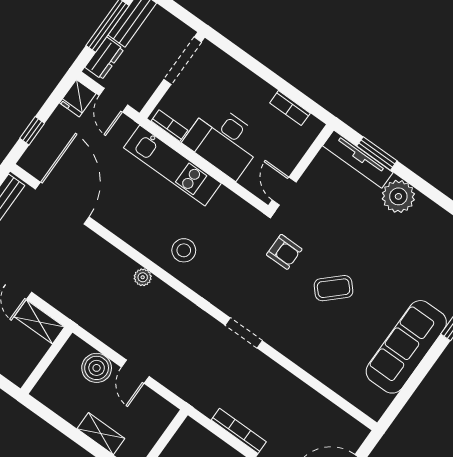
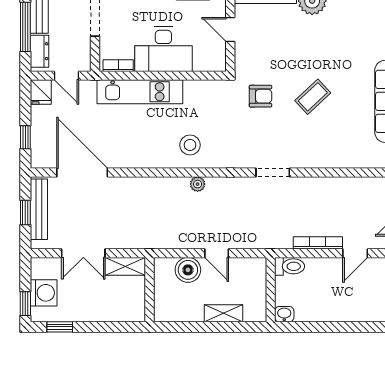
door: (284, 191) -> (230, 29), moved
plant: (143, 277) -> (198, 184), moved
toilet: (196, 434) -> (290, 266), added

